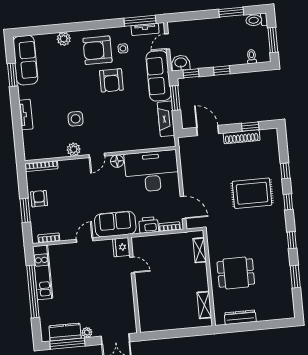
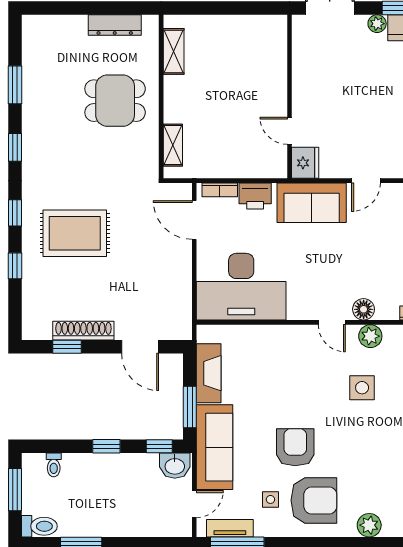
door: (97, 155) -> (332, 322), swing flipped
floor lamp: (117, 161) -> (364, 309), moved

